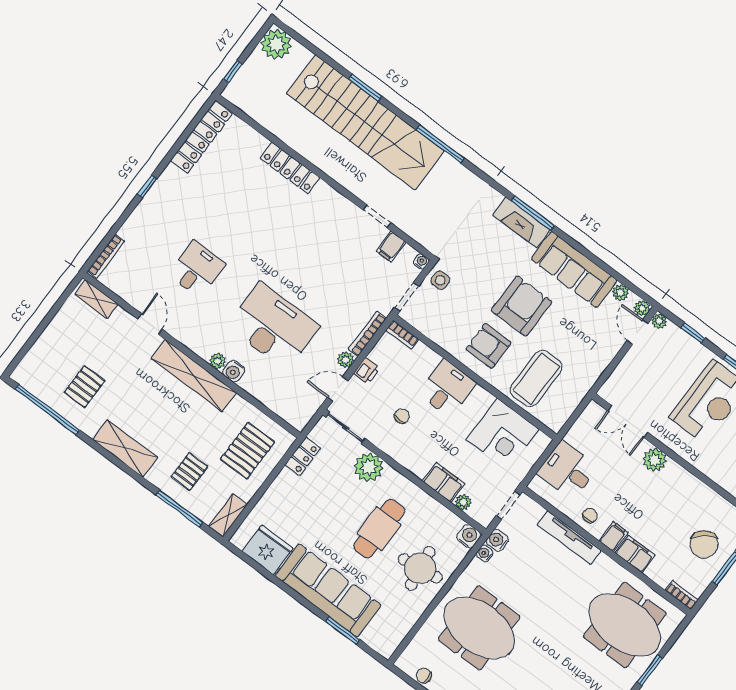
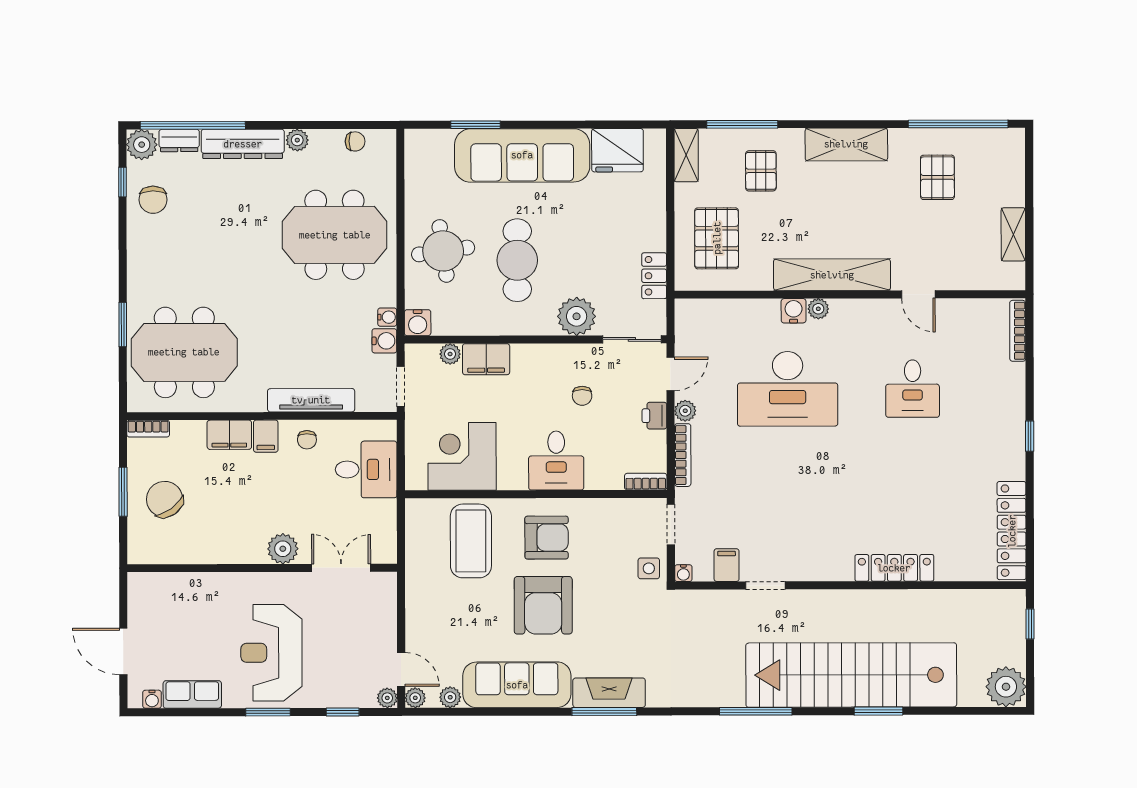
shelving: (97, 299) -> (1013, 234), moved, turned 90

